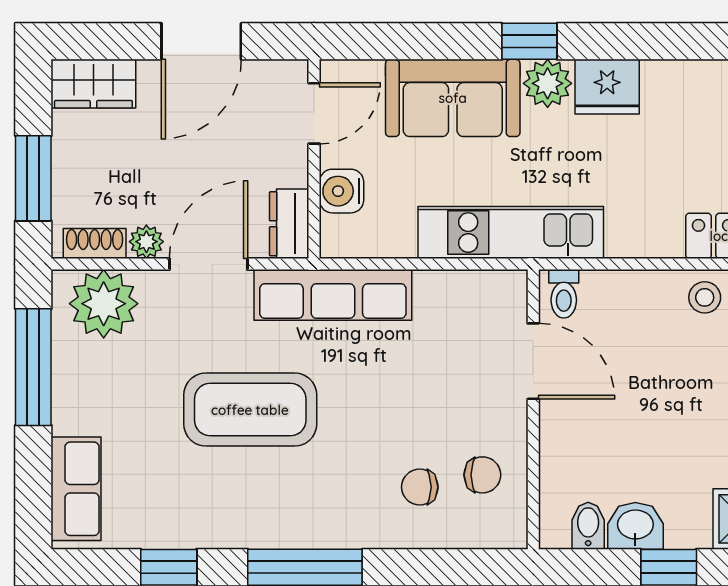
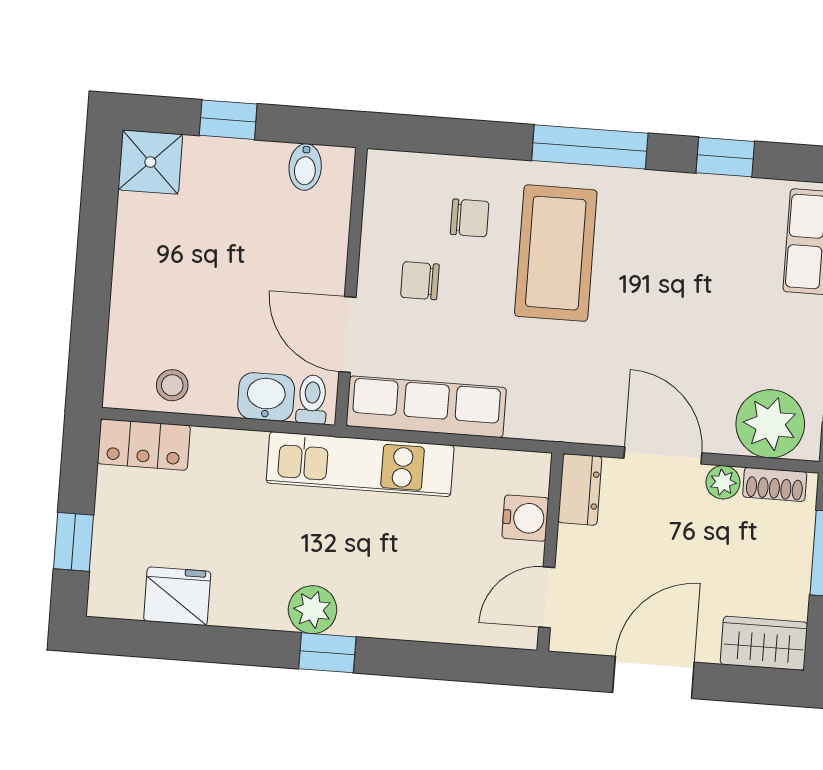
fridge: (607, 87) -> (177, 596), moved
sofa: (453, 98) -> (408, 602), removed
door: (209, 264) -> (663, 455), swing flipped
row of seats: (333, 295) -> (426, 407), moved
coffee table: (250, 410) -> (556, 253), moved, turned 90
chair: (482, 475) -> (420, 281), moved
washbasin: (635, 526) -> (266, 397), moved, turned 180

